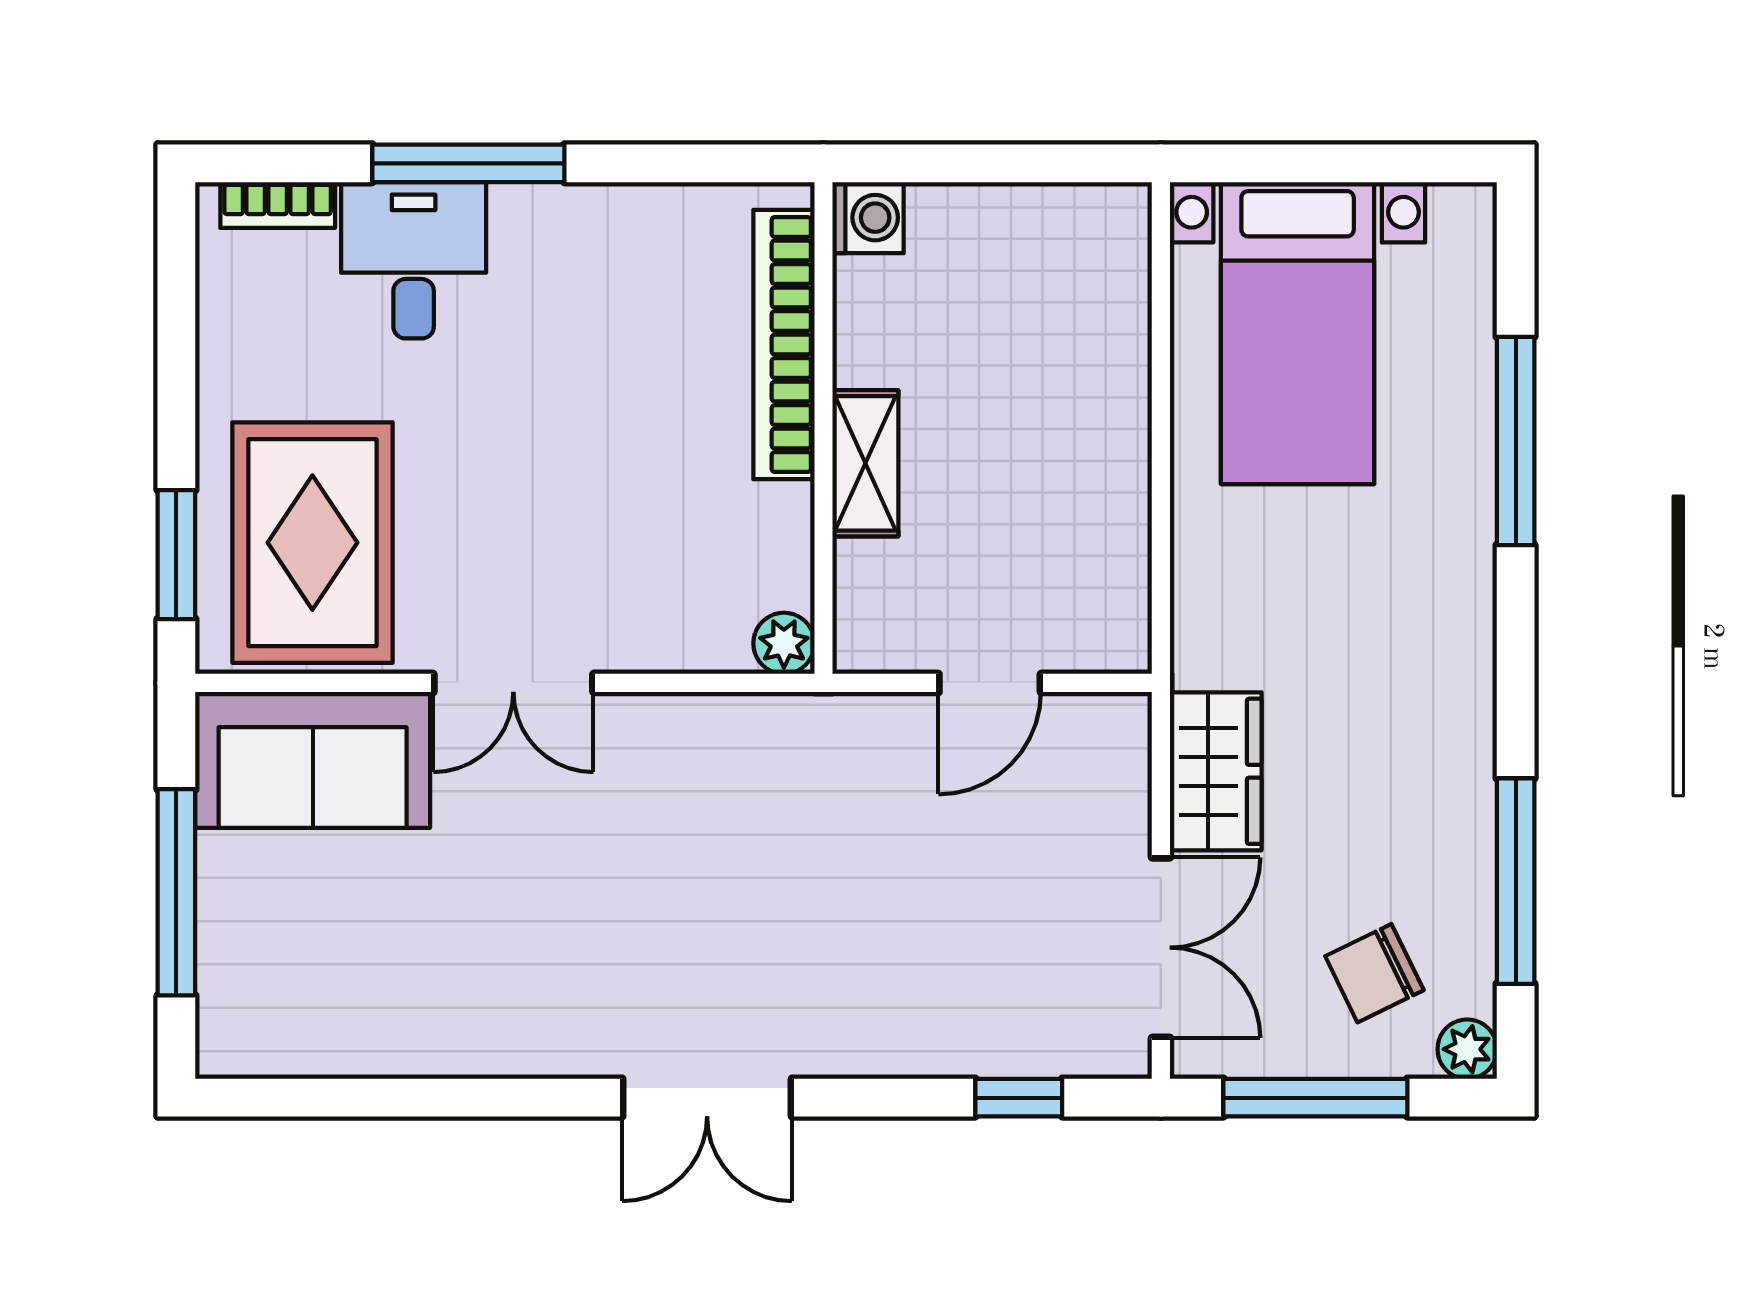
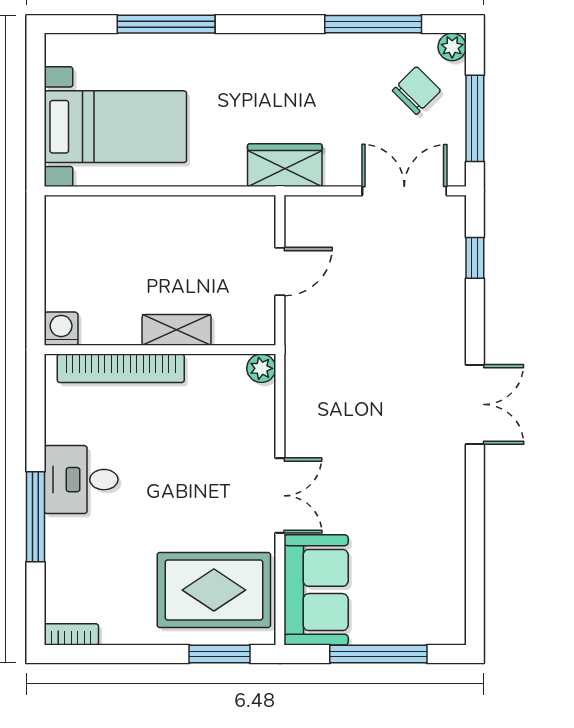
bookcase: (278, 205) -> (71, 634), moved, turned -90
desk: (414, 260) -> (81, 480), moved
door: (990, 683) -> (280, 272), hinge flipped
wardrobe: (1216, 771) -> (285, 165), moved
chair: (1374, 973) -> (416, 91), turned -109

